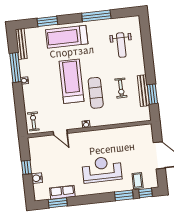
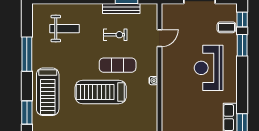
door: (60, 132) -> (159, 38), moved

